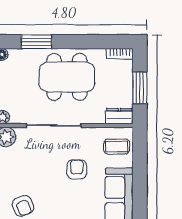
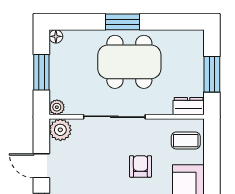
window: (36, 42) -> (122, 22), moved
bookcase: (120, 54) -> (189, 36), removed

